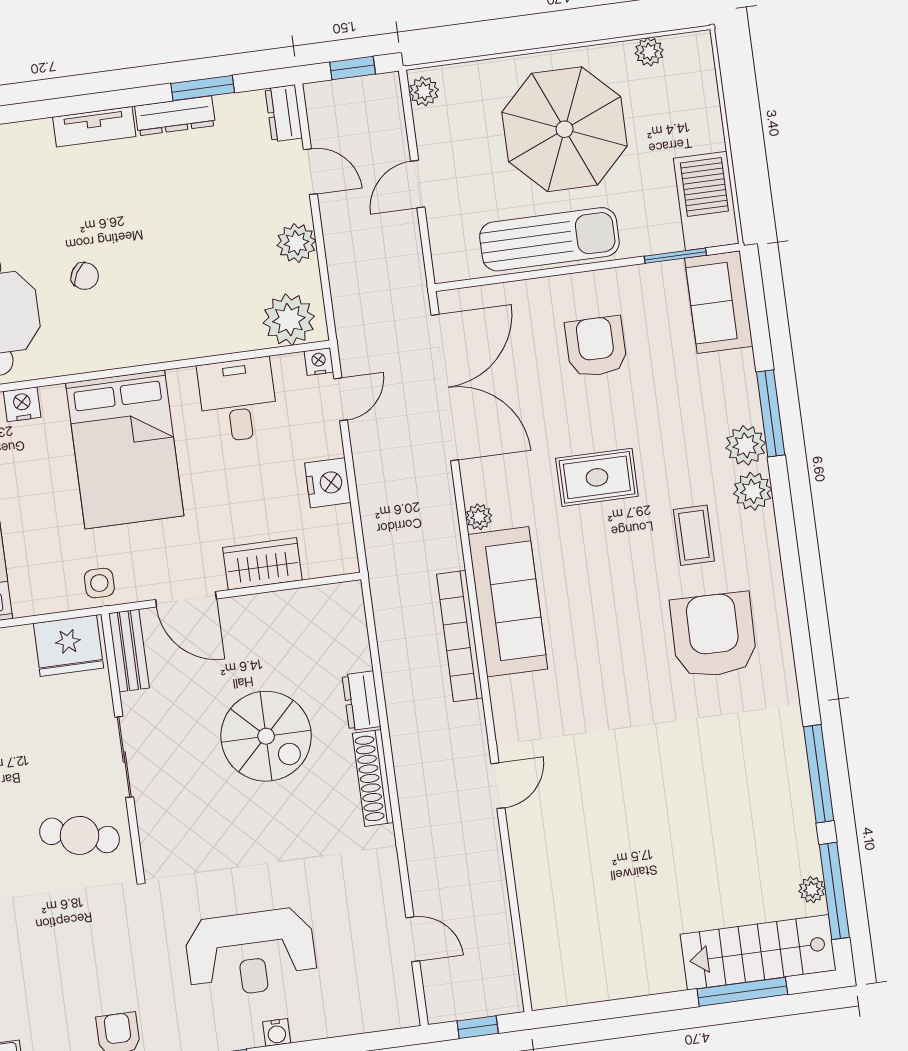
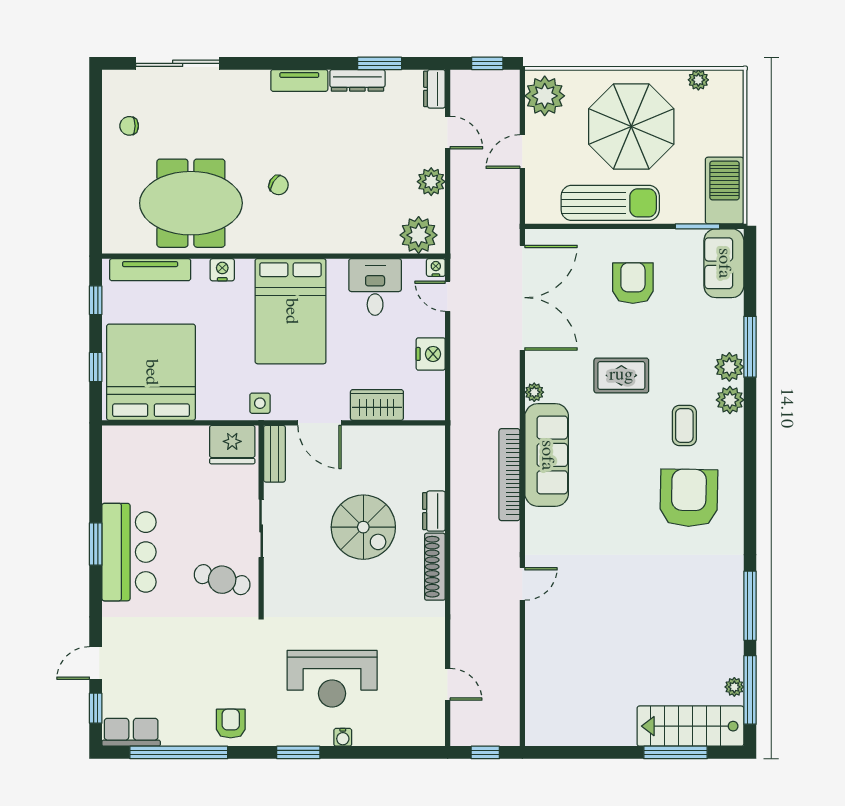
plant: (424, 91) -> (545, 96), width x1.87, depth x1.87
door: (341, 399) -> (448, 296), swing flipped

